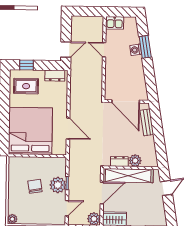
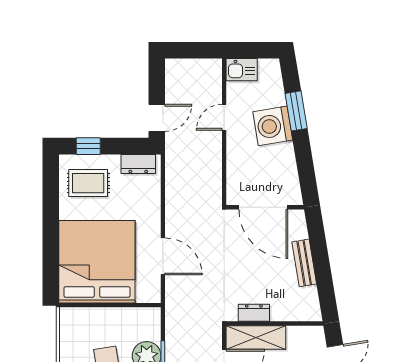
door: (104, 50) -> (224, 117), hinge flipped
washing machine: (136, 50) -> (273, 126), width x1.89, depth x1.89
bench: (147, 122) -> (304, 263), moved
plant: (135, 161) -> (282, 311), removed
shelving: (128, 176) -> (256, 337), width x0.68

